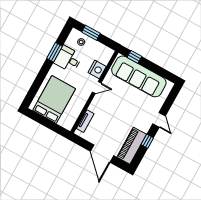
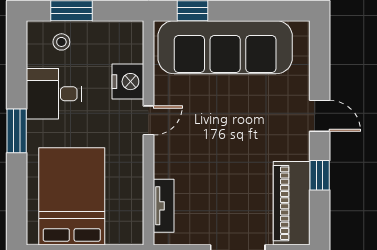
window: (54, 52) -> (17, 131), moved

